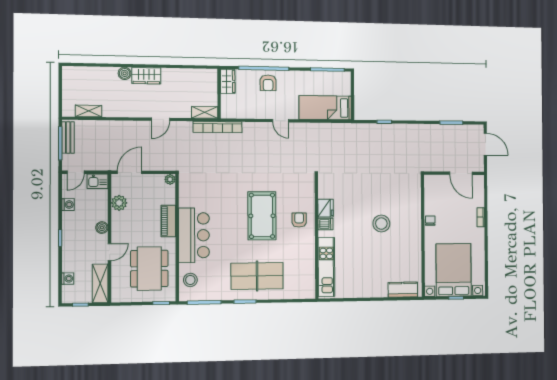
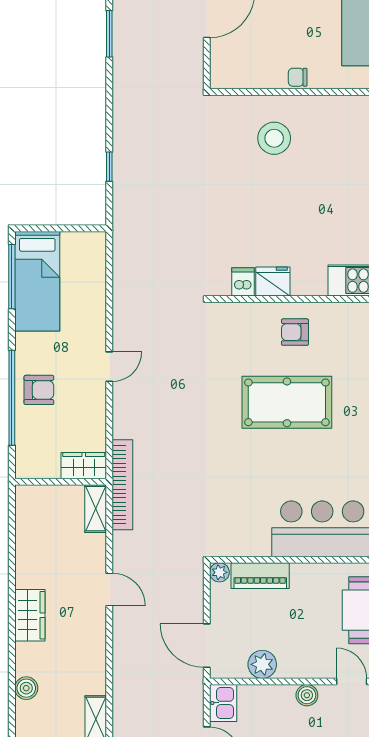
boiler: (125, 73) -> (26, 688), moved
wardrobe: (228, 81) -> (84, 466), moved
bed: (325, 108) -> (37, 281), moved
piano: (168, 221) -> (260, 576), moved
dishwasher: (325, 224) -> (243, 282), moved
stool: (381, 224) -> (274, 138), moved

